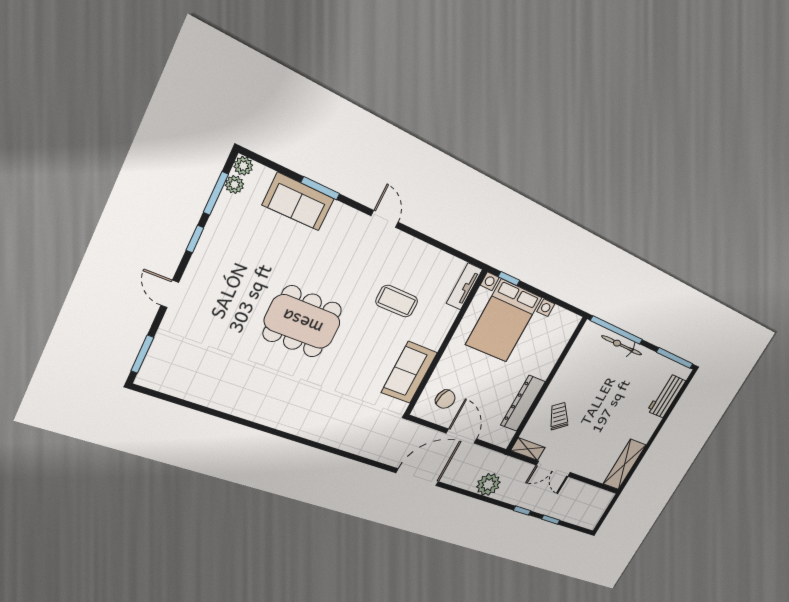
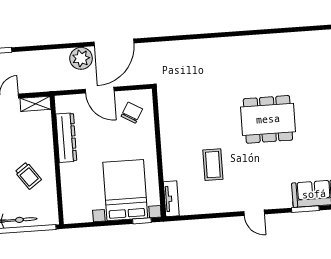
coffee table: (397, 301) -> (213, 165), turned 90
sofa: (409, 373) -> (172, 120), removed
chair: (445, 399) -> (132, 113), turned 102
trolley: (559, 416) -> (28, 176), moved
plant: (488, 485) -> (81, 58), moved

